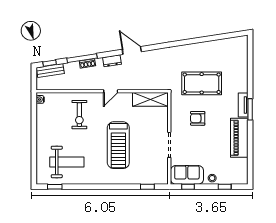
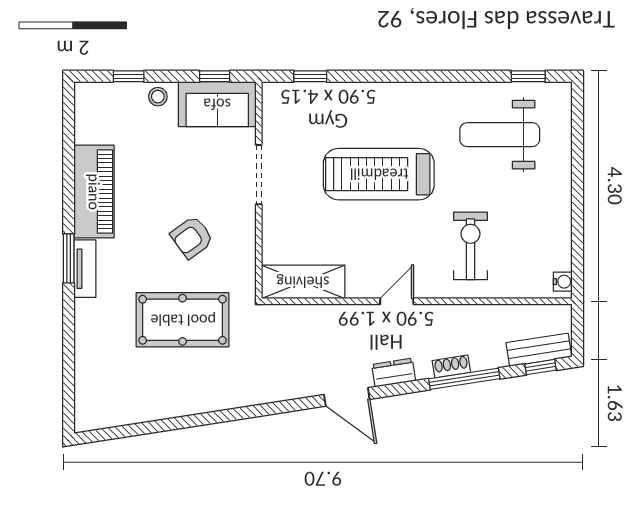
armchair: (198, 118) -> (192, 237), turned 144
treadmill: (118, 145) -> (379, 174), turned -90

